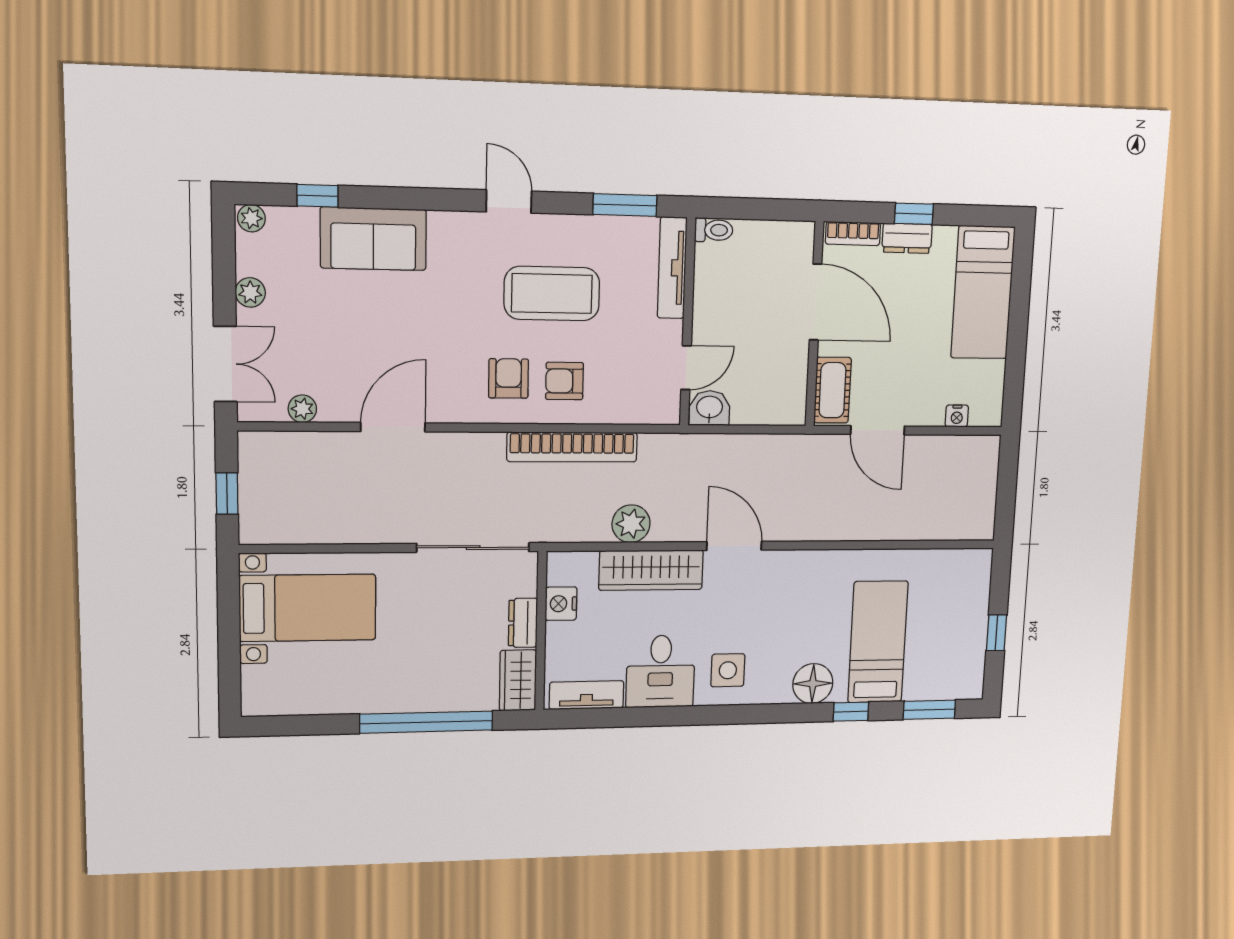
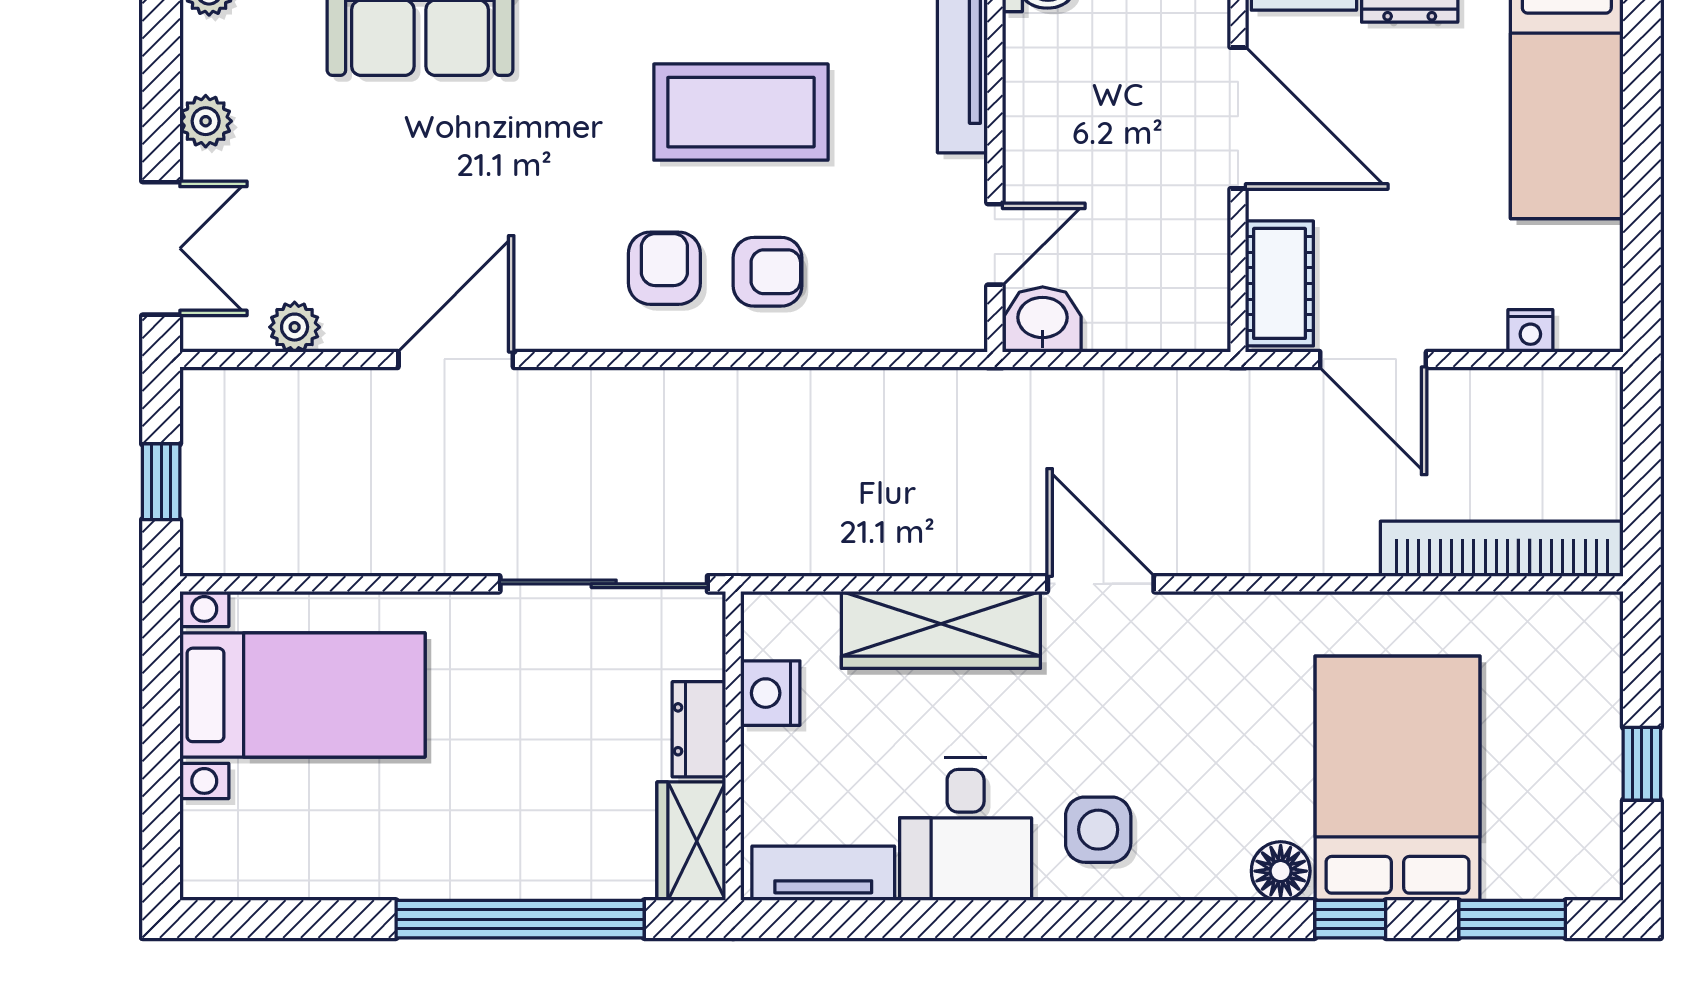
armchair: (564, 381) -> (768, 272), turned 180
bookcase: (572, 447) -> (1502, 549), moved, turned 180
plant: (631, 524) -> (900, 540), removed
bed: (878, 642) -> (1398, 778), width x1.50
floor lamp: (813, 684) -> (1281, 871), width x0.73, depth x0.73

